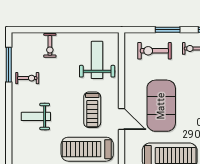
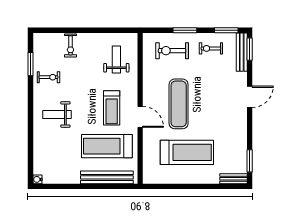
weight bench: (97, 60) -> (116, 60), width x0.73, depth x0.75
window: (9, 65) -> (31, 64), width x0.69
exercise mat: (161, 106) -> (179, 104), width x0.68

